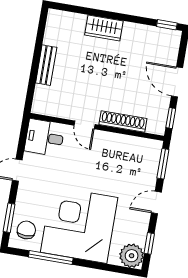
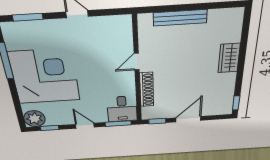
bench: (46, 65) -> (180, 18), width x1.36
desk: (45, 138) -> (122, 109), moved, turned 180
chair: (26, 230) -> (22, 35), removed

